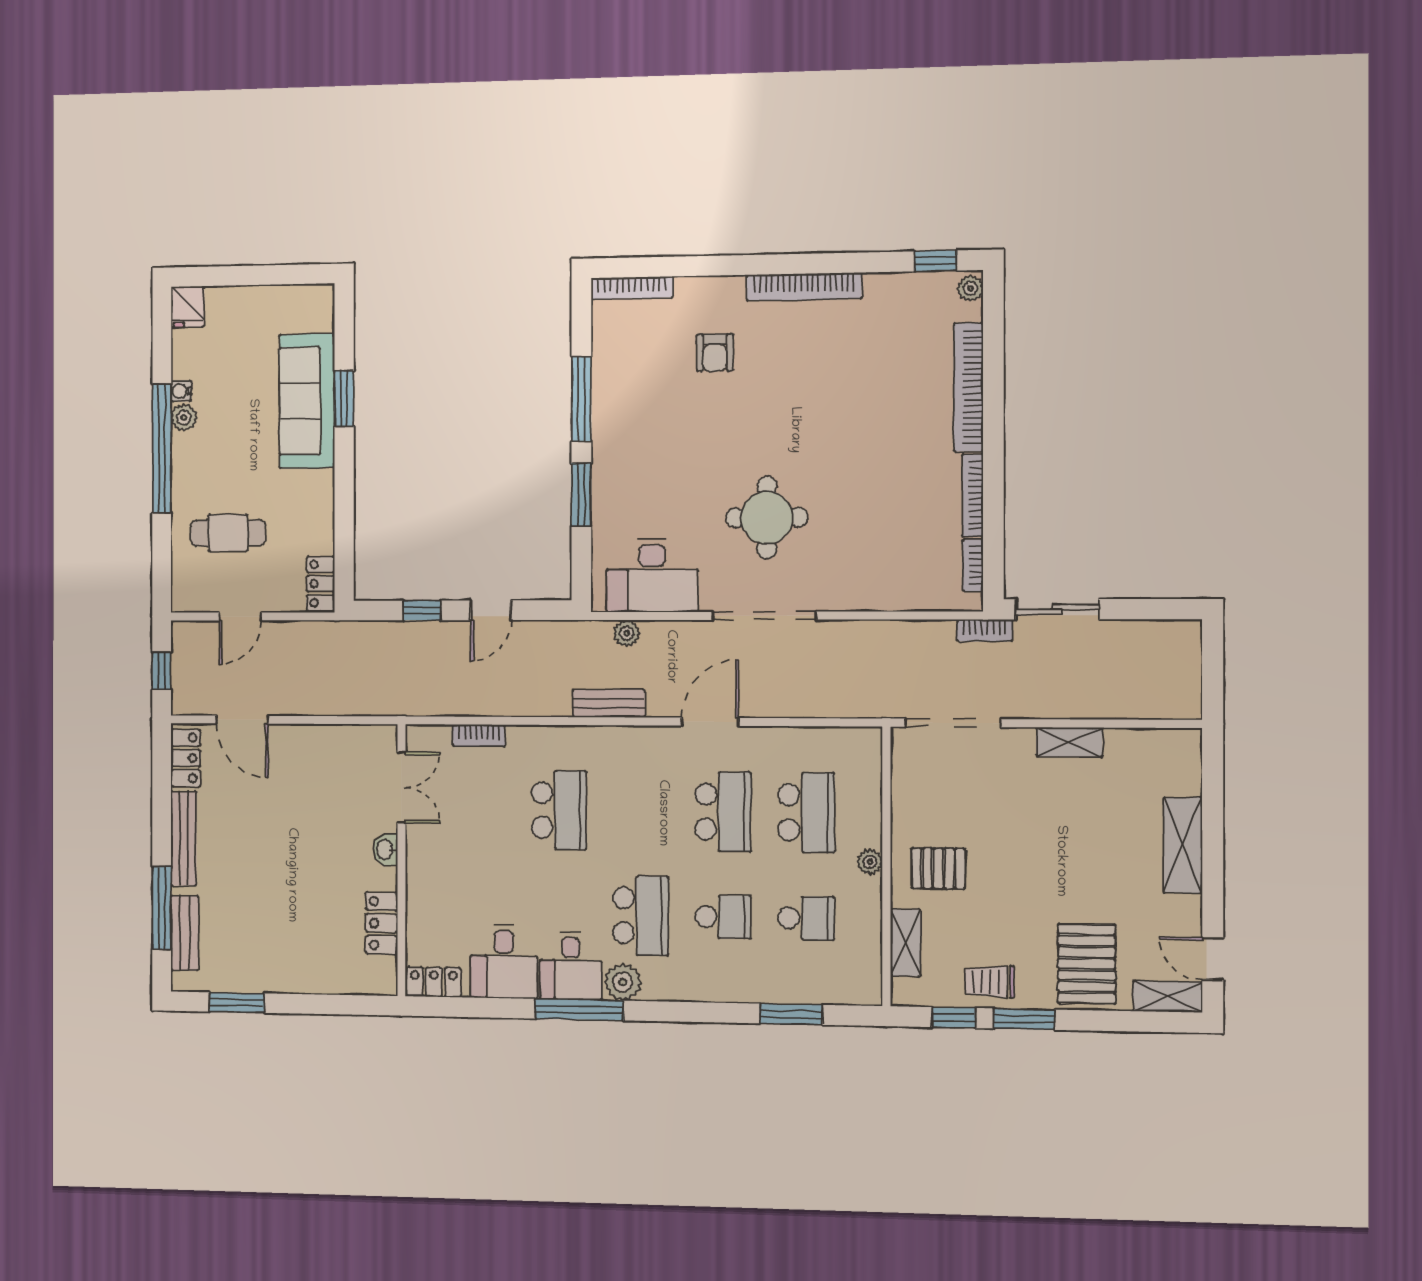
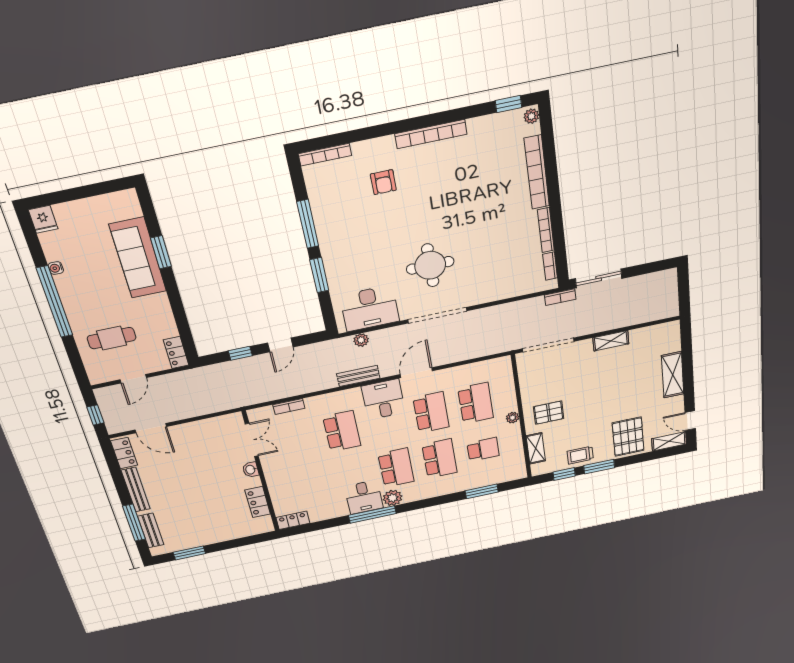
plant: (184, 417) -> (63, 282), removed
school desk: (723, 917) -> (440, 458), width x1.85
desk: (504, 962) -> (383, 399), moved, turned 180

